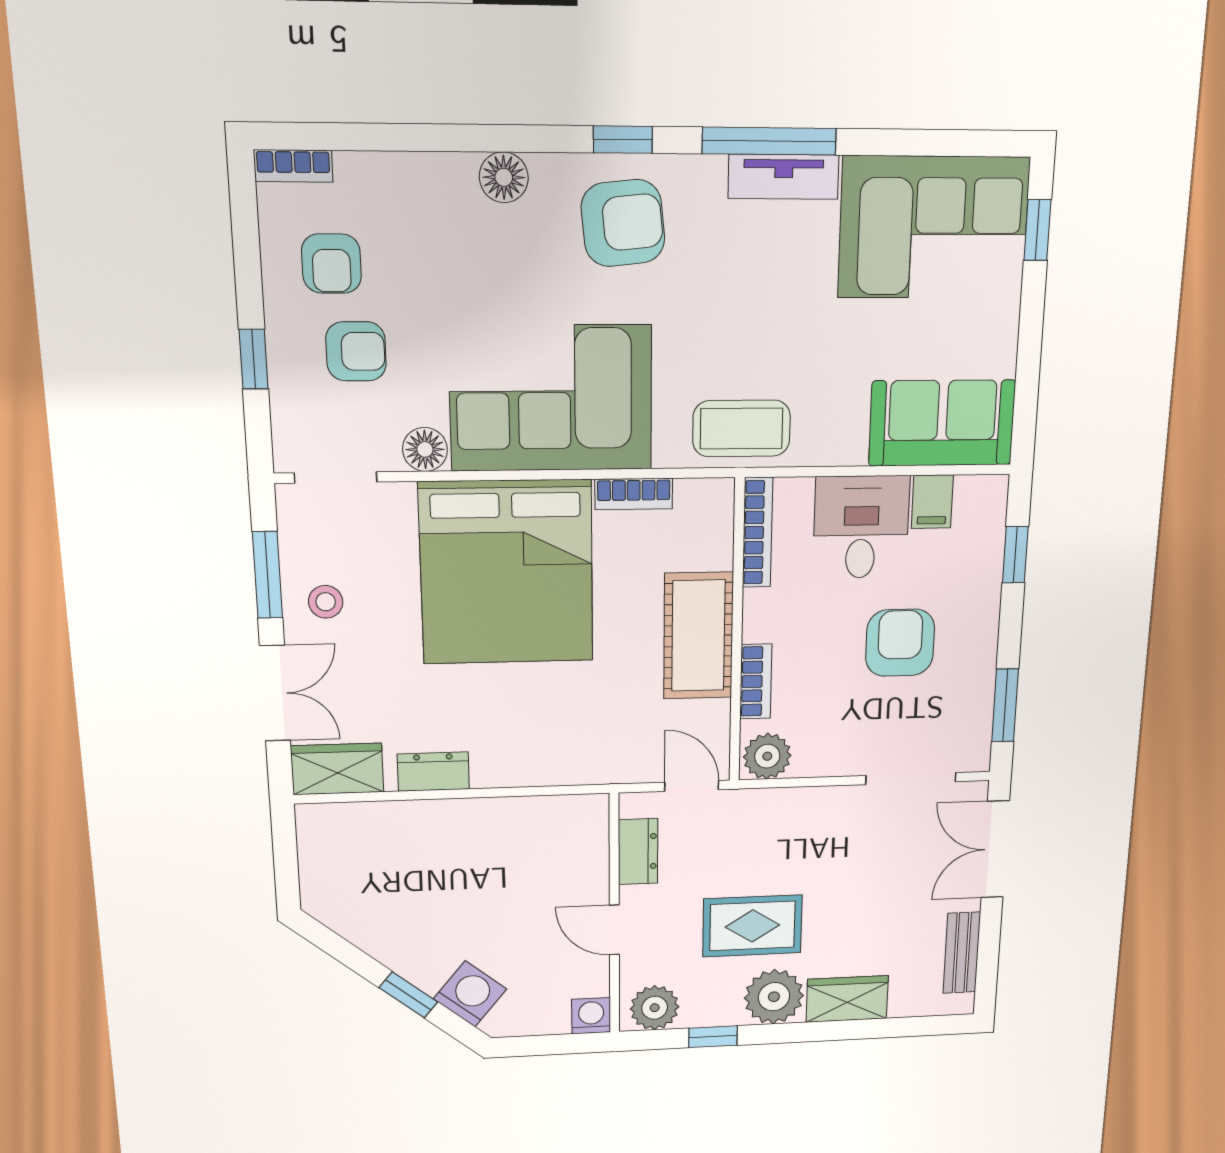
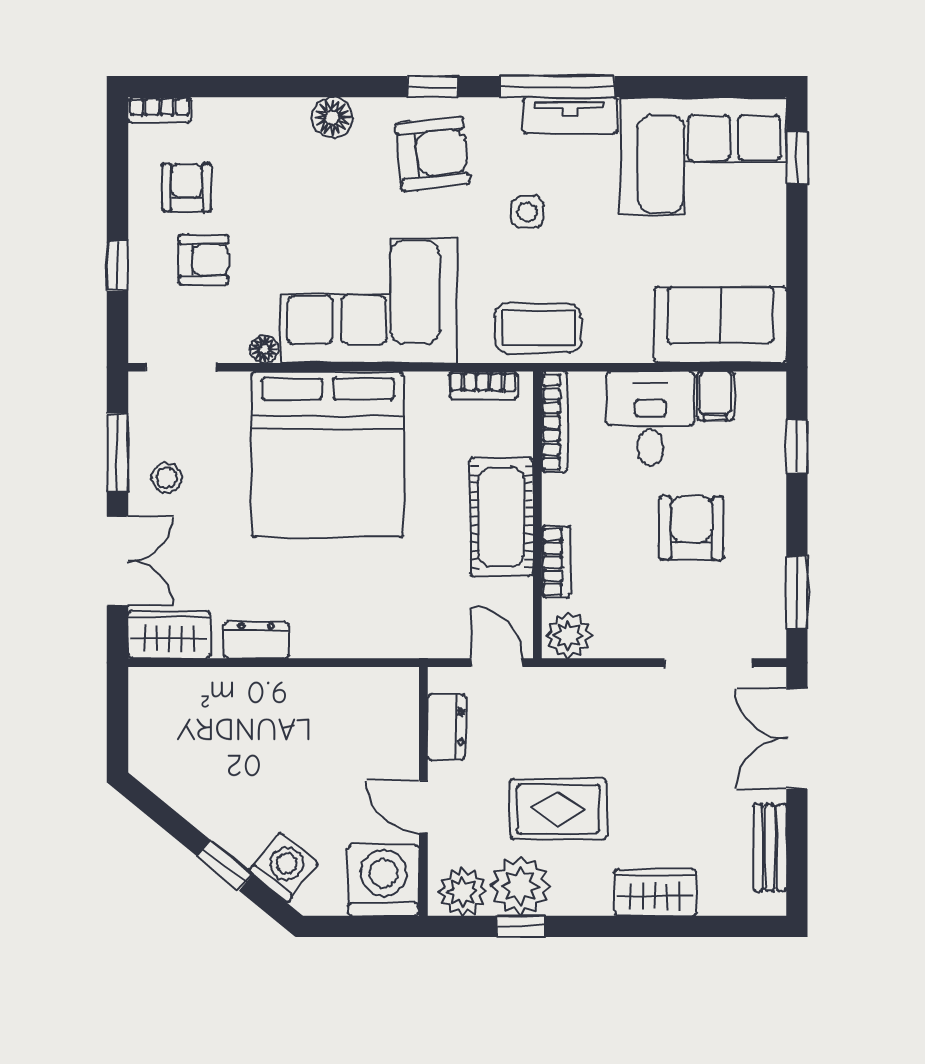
armchair: (331, 264) -> (187, 187), turned 180
side table: (732, 294) -> (527, 212), added
floor lamp: (425, 449) -> (264, 349), width x0.73, depth x0.73
bookcase: (634, 494) -> (483, 385), moved
plant: (774, 997) -> (520, 886), moved
washing machine: (591, 1016) -> (384, 880), width x1.89, depth x1.89

